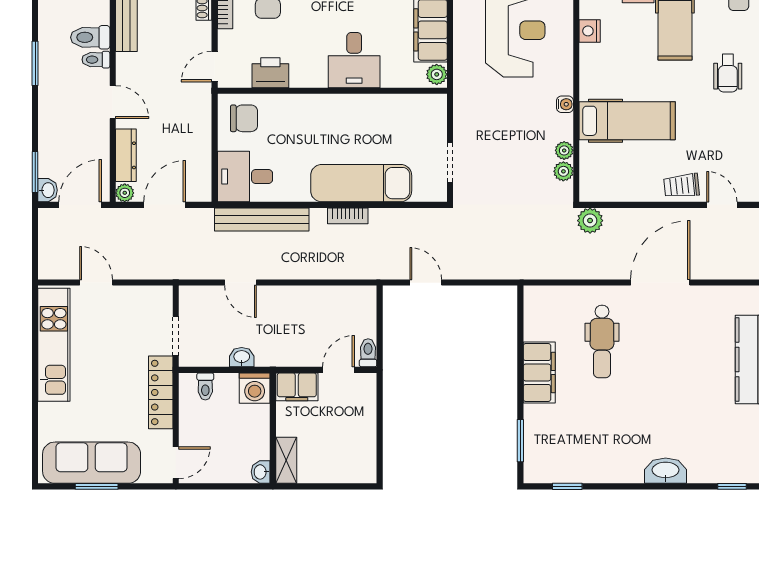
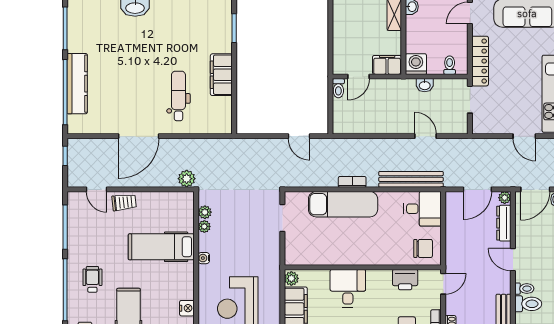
chair: (244, 118) -> (423, 248), turned 180

